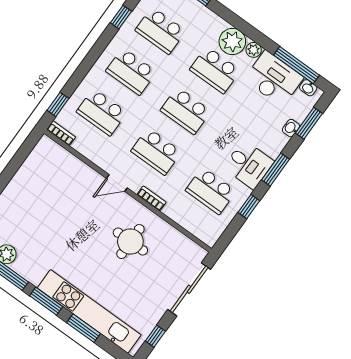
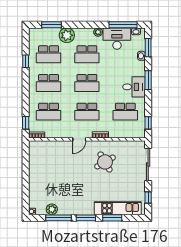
plant: (232, 41) -> (67, 35), moved
window: (249, 206) -> (148, 123), moved
round table: (130, 242) -> (105, 162), turned -30
kitchen unit: (89, 311) -> (118, 208), width x0.73

